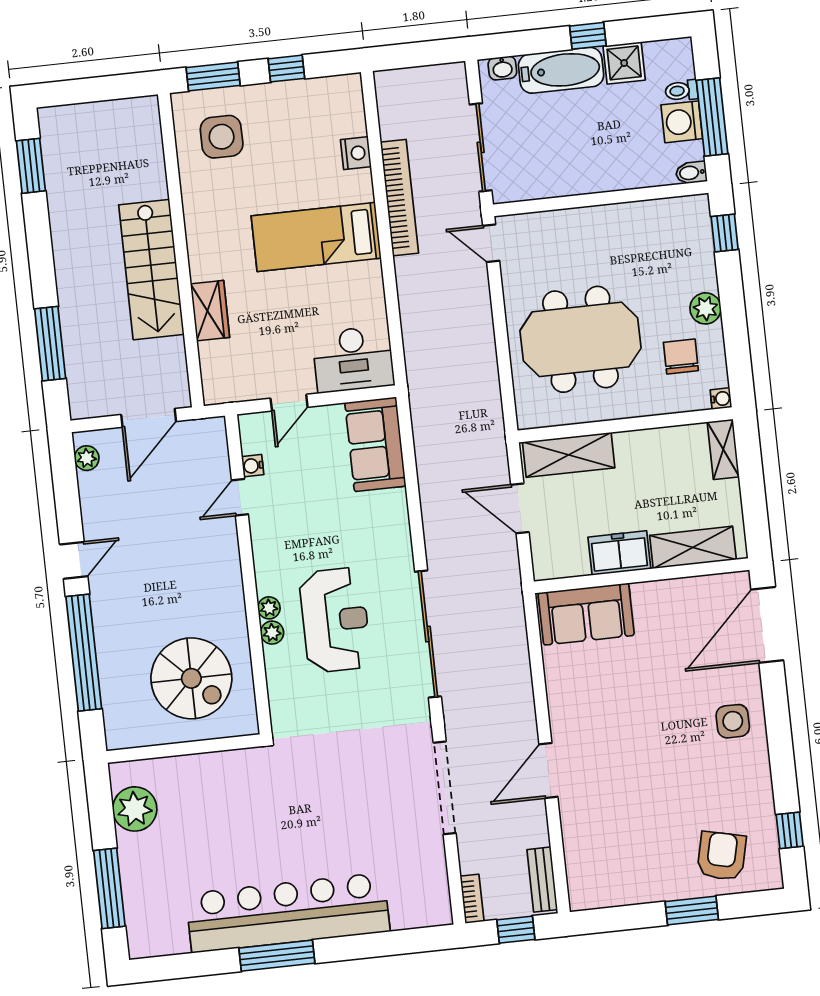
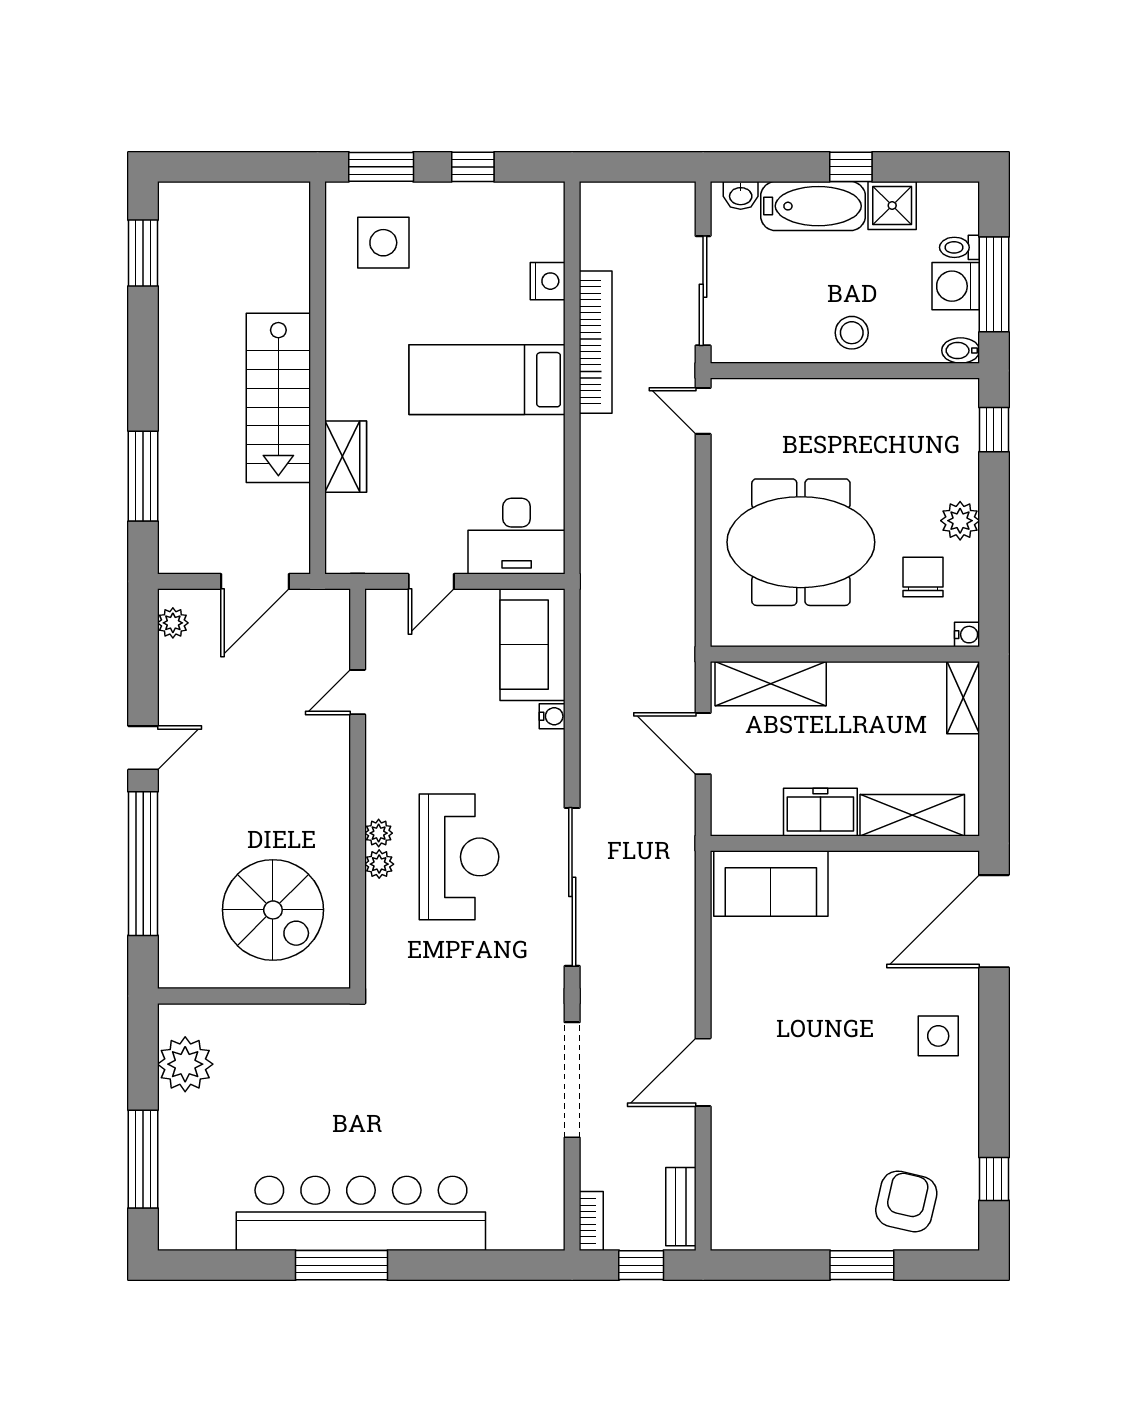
stool: (603, 168) -> (852, 333), added
water cooler: (253, 466) -> (552, 716), moved, turned 180

